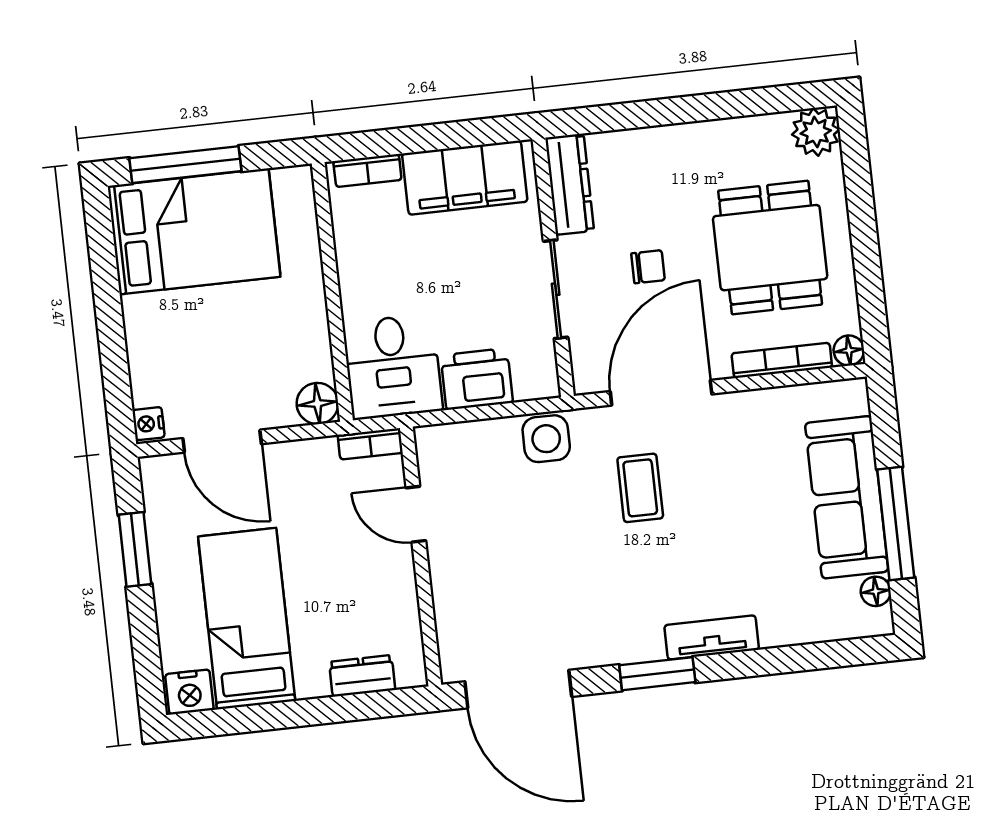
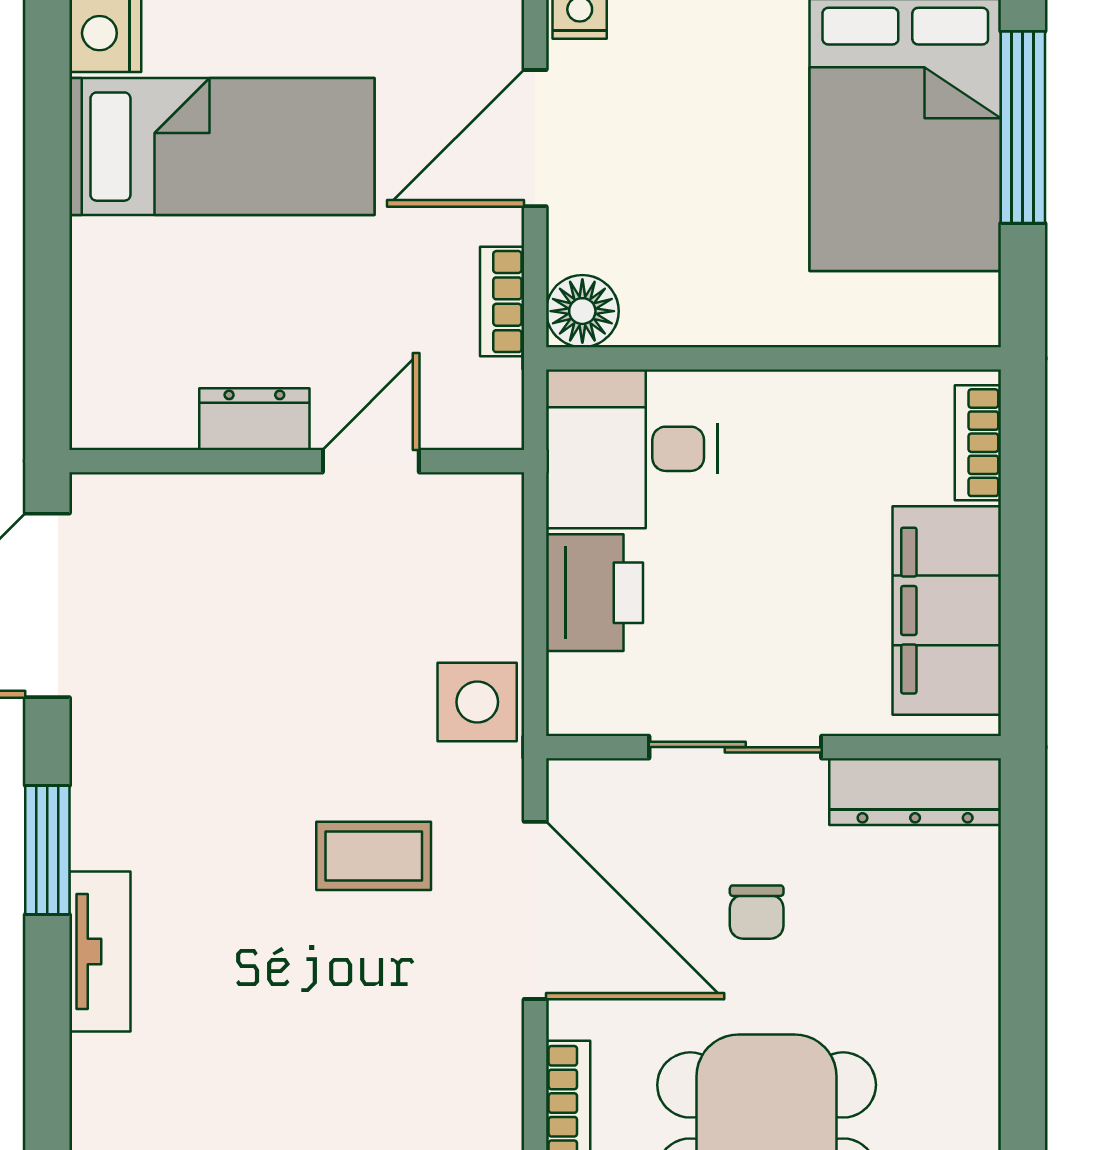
bookcase: (370, 444) -> (502, 302), moved
dresser: (362, 676) -> (254, 419), moved, turned -90

